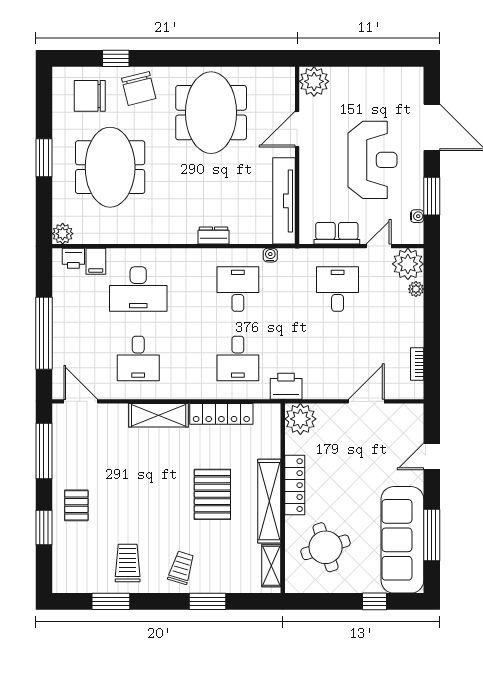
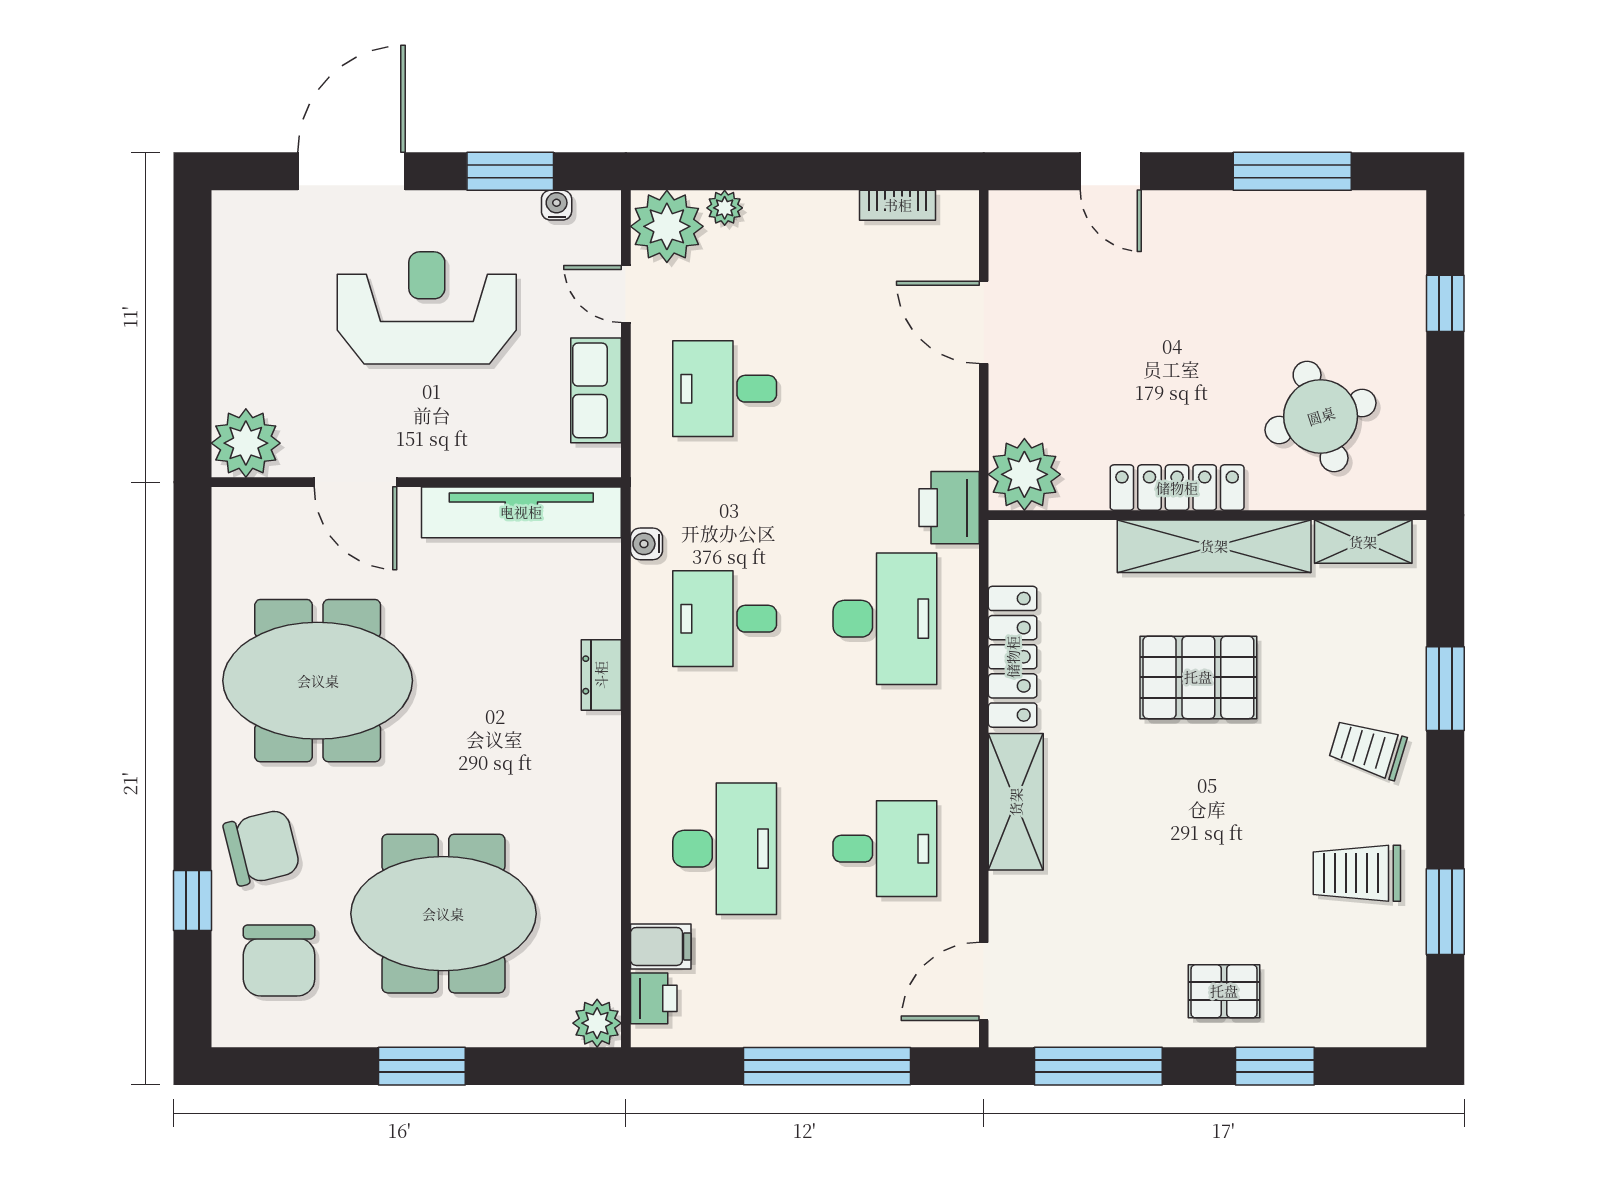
desk: (238, 358) -> (885, 619), width x1.37
sofa: (402, 540) -> (1303, 239), removed

